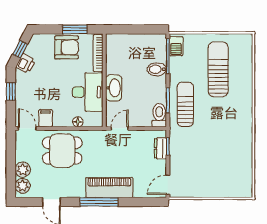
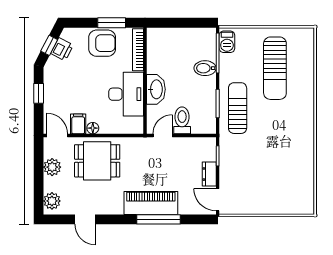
printer: (26, 63) -> (62, 49), moved
sun lounger: (218, 69) -> (275, 68), turned 180
toilet: (159, 115) -> (182, 120), moved
floor lamp: (78, 122) -> (93, 128), moved
dresser: (160, 148) -> (209, 174), moved
plant: (23, 170) -> (52, 167), moved
door: (168, 185) -> (218, 200), hinge flipped
window: (99, 202) -> (158, 219), moved

